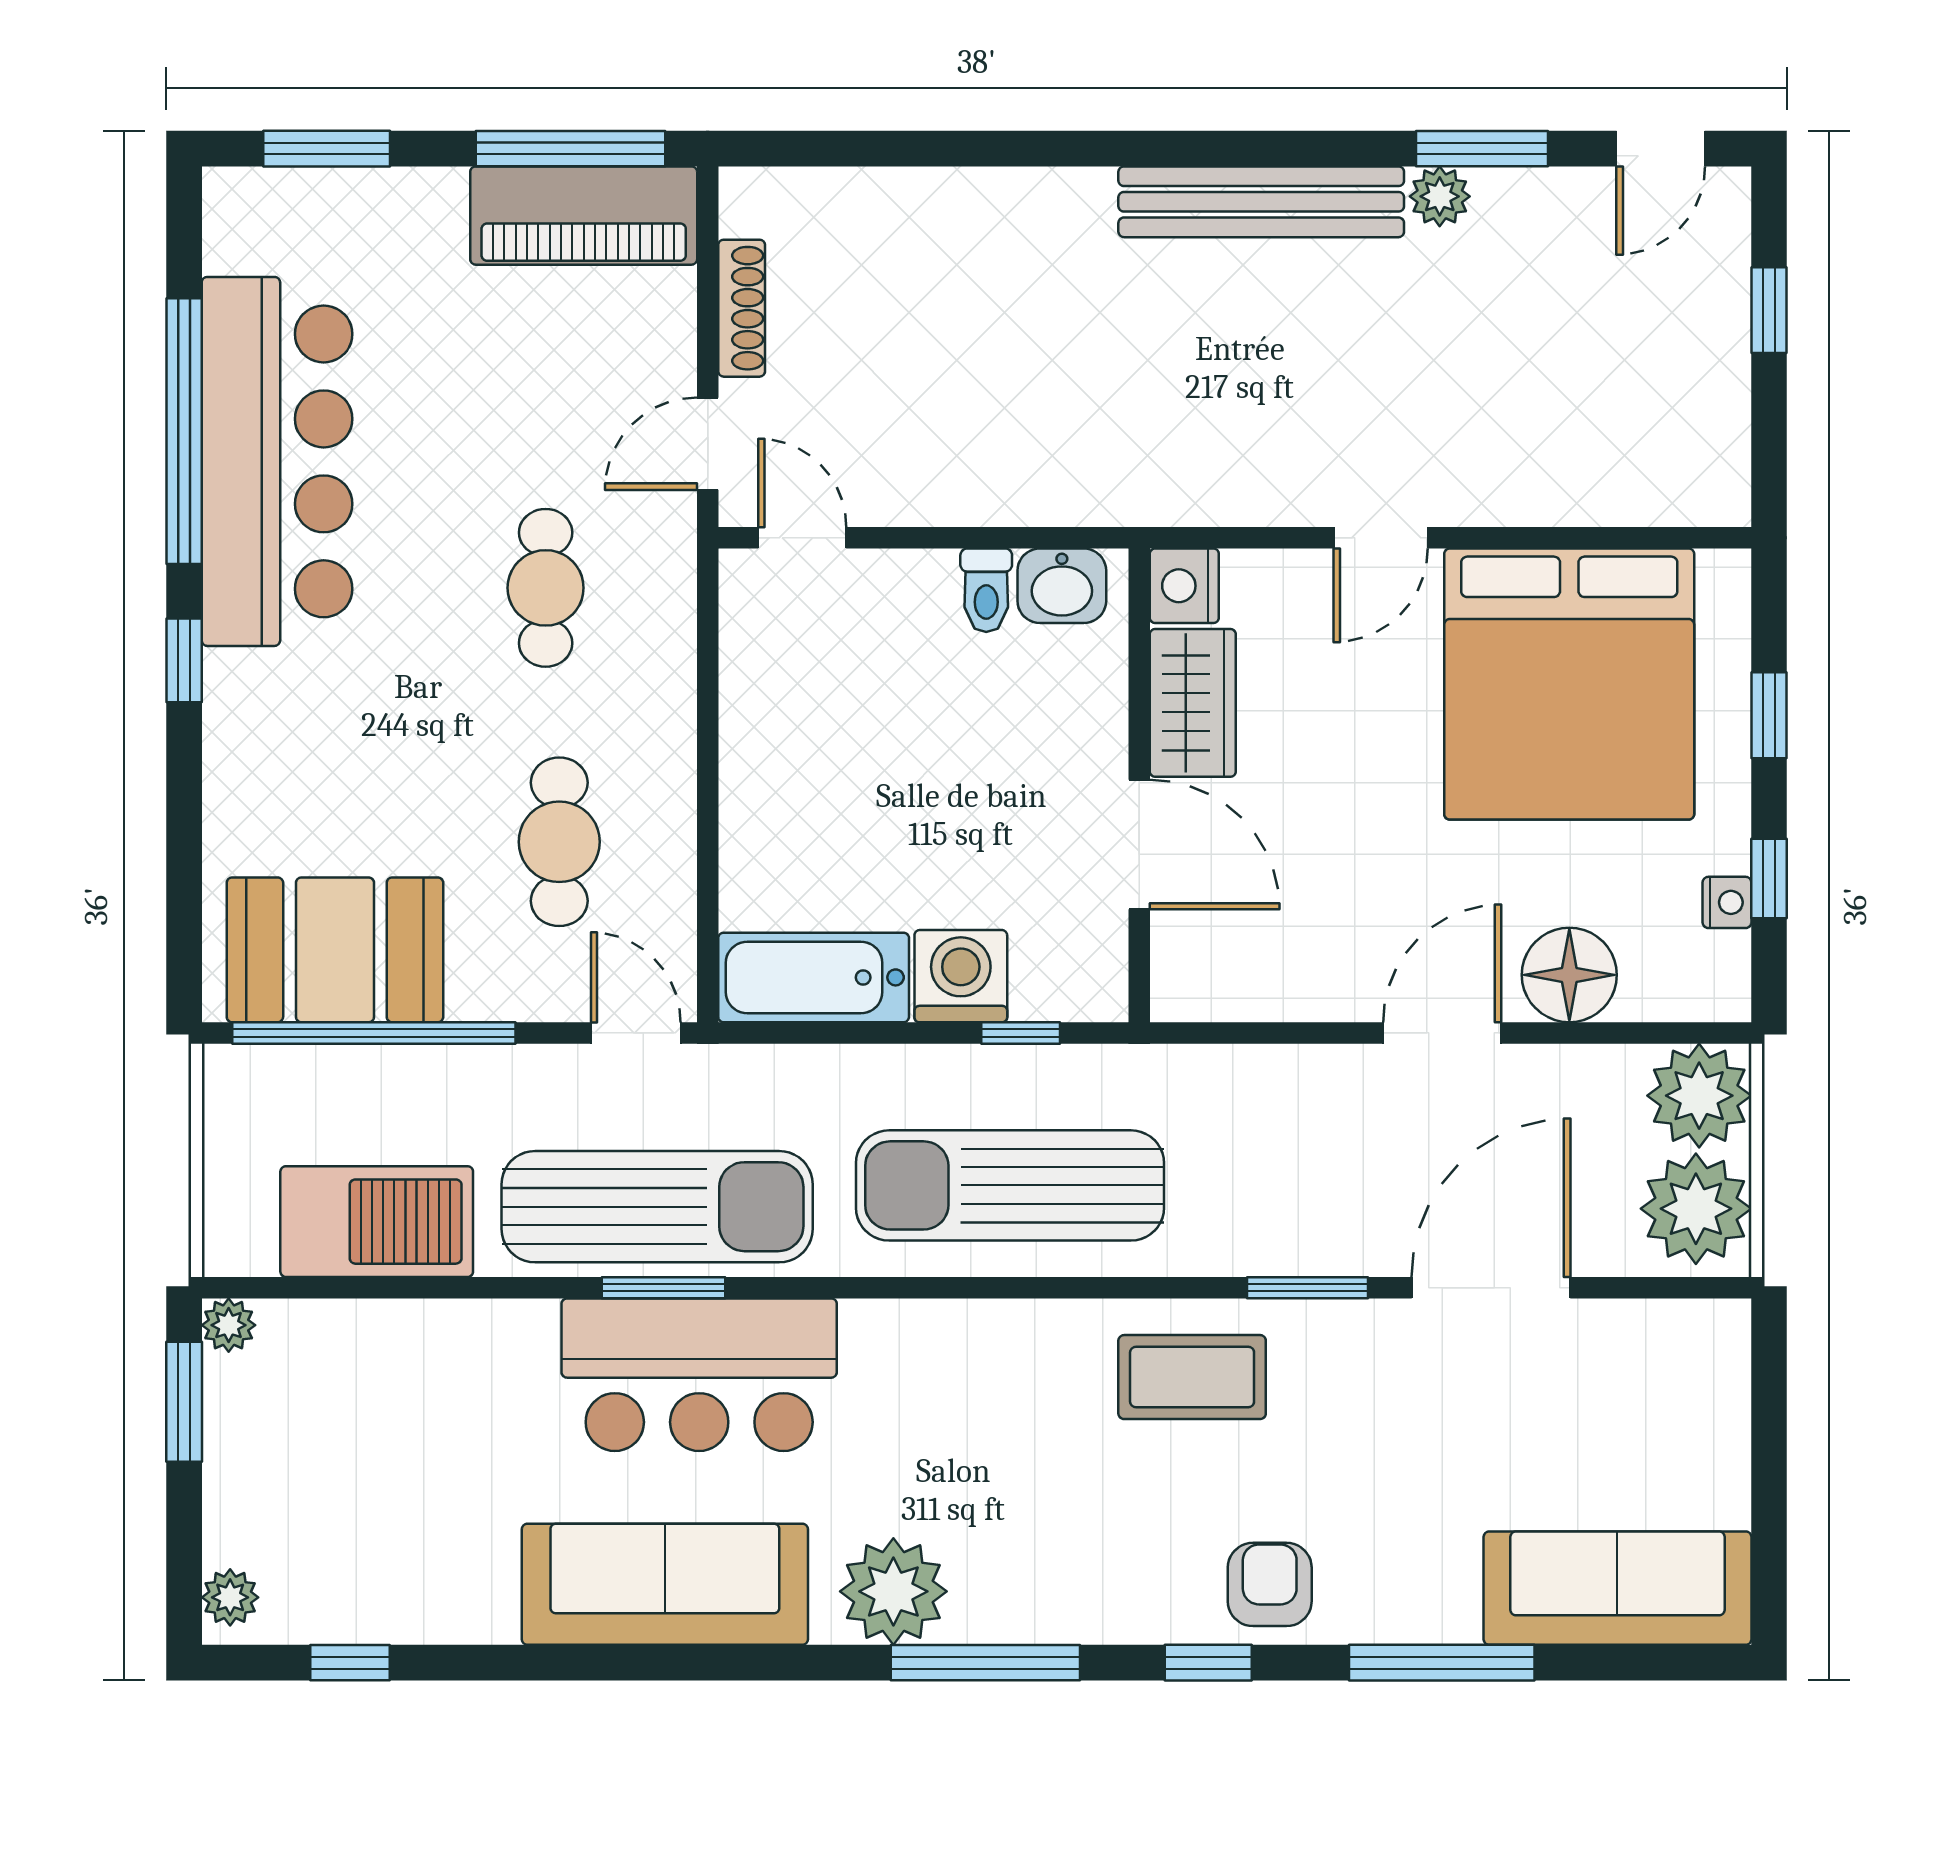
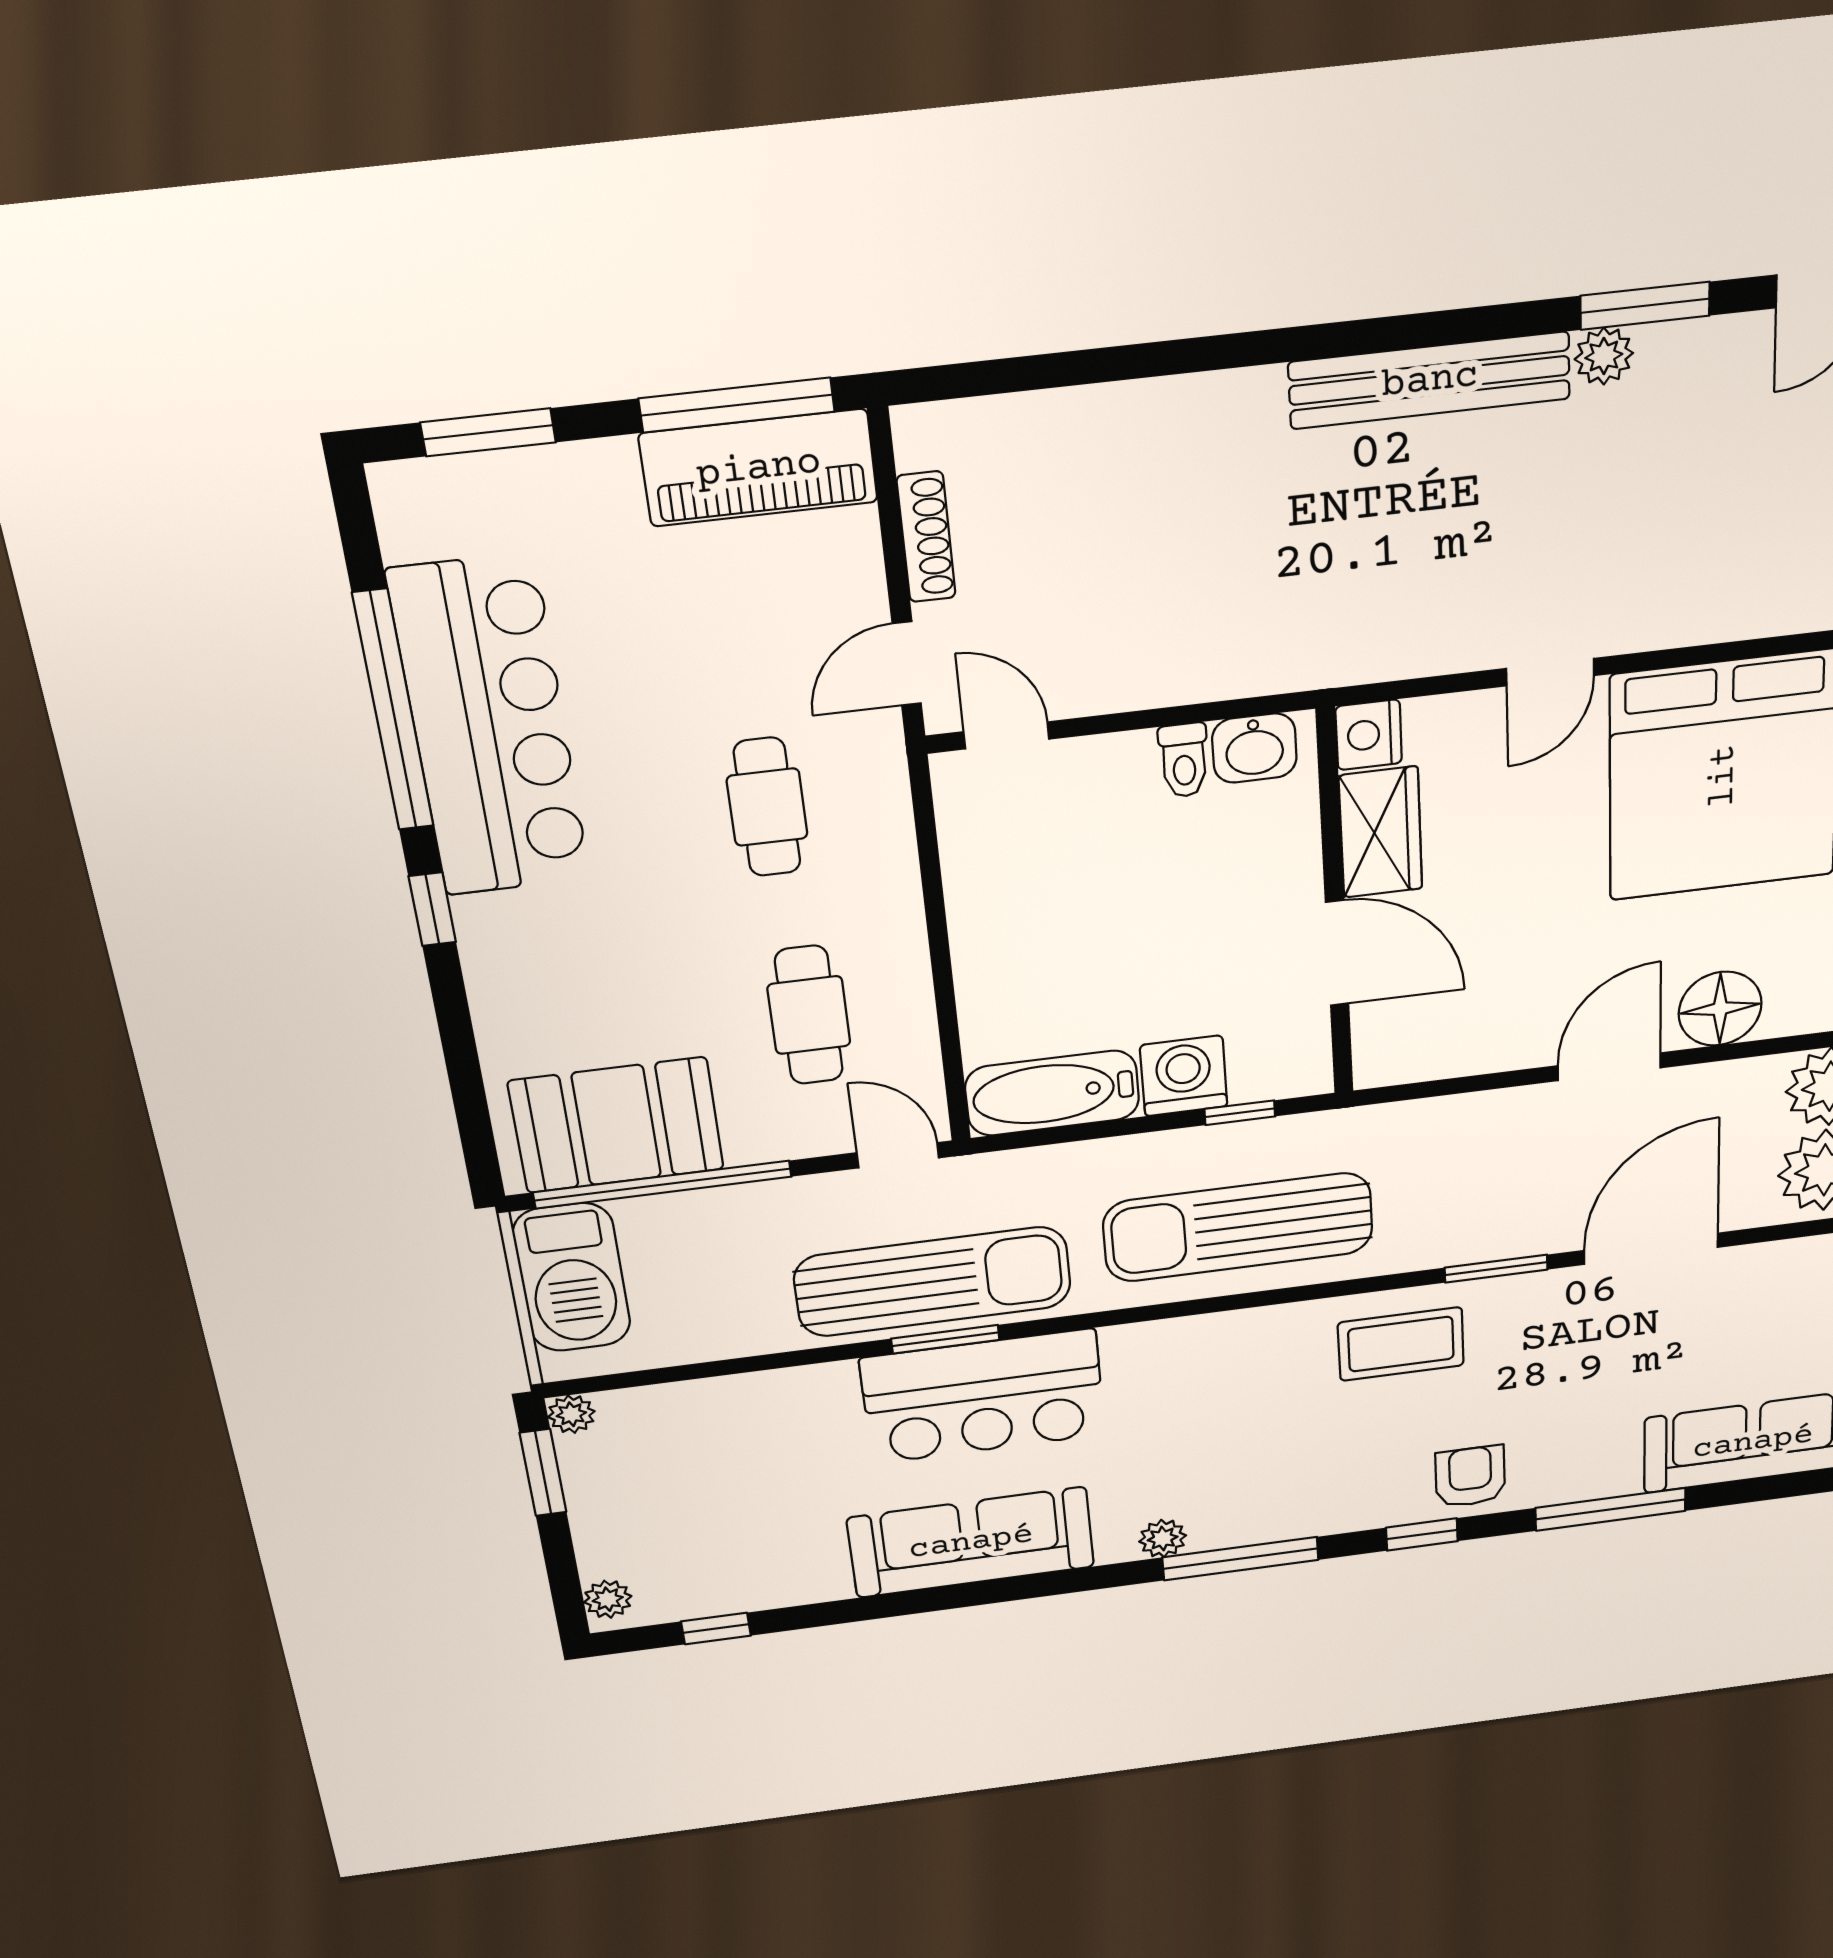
barbecue: (377, 1222) -> (572, 1278), moved, turned 90
plant: (893, 1591) -> (1163, 1538), width x0.53, depth x0.53

